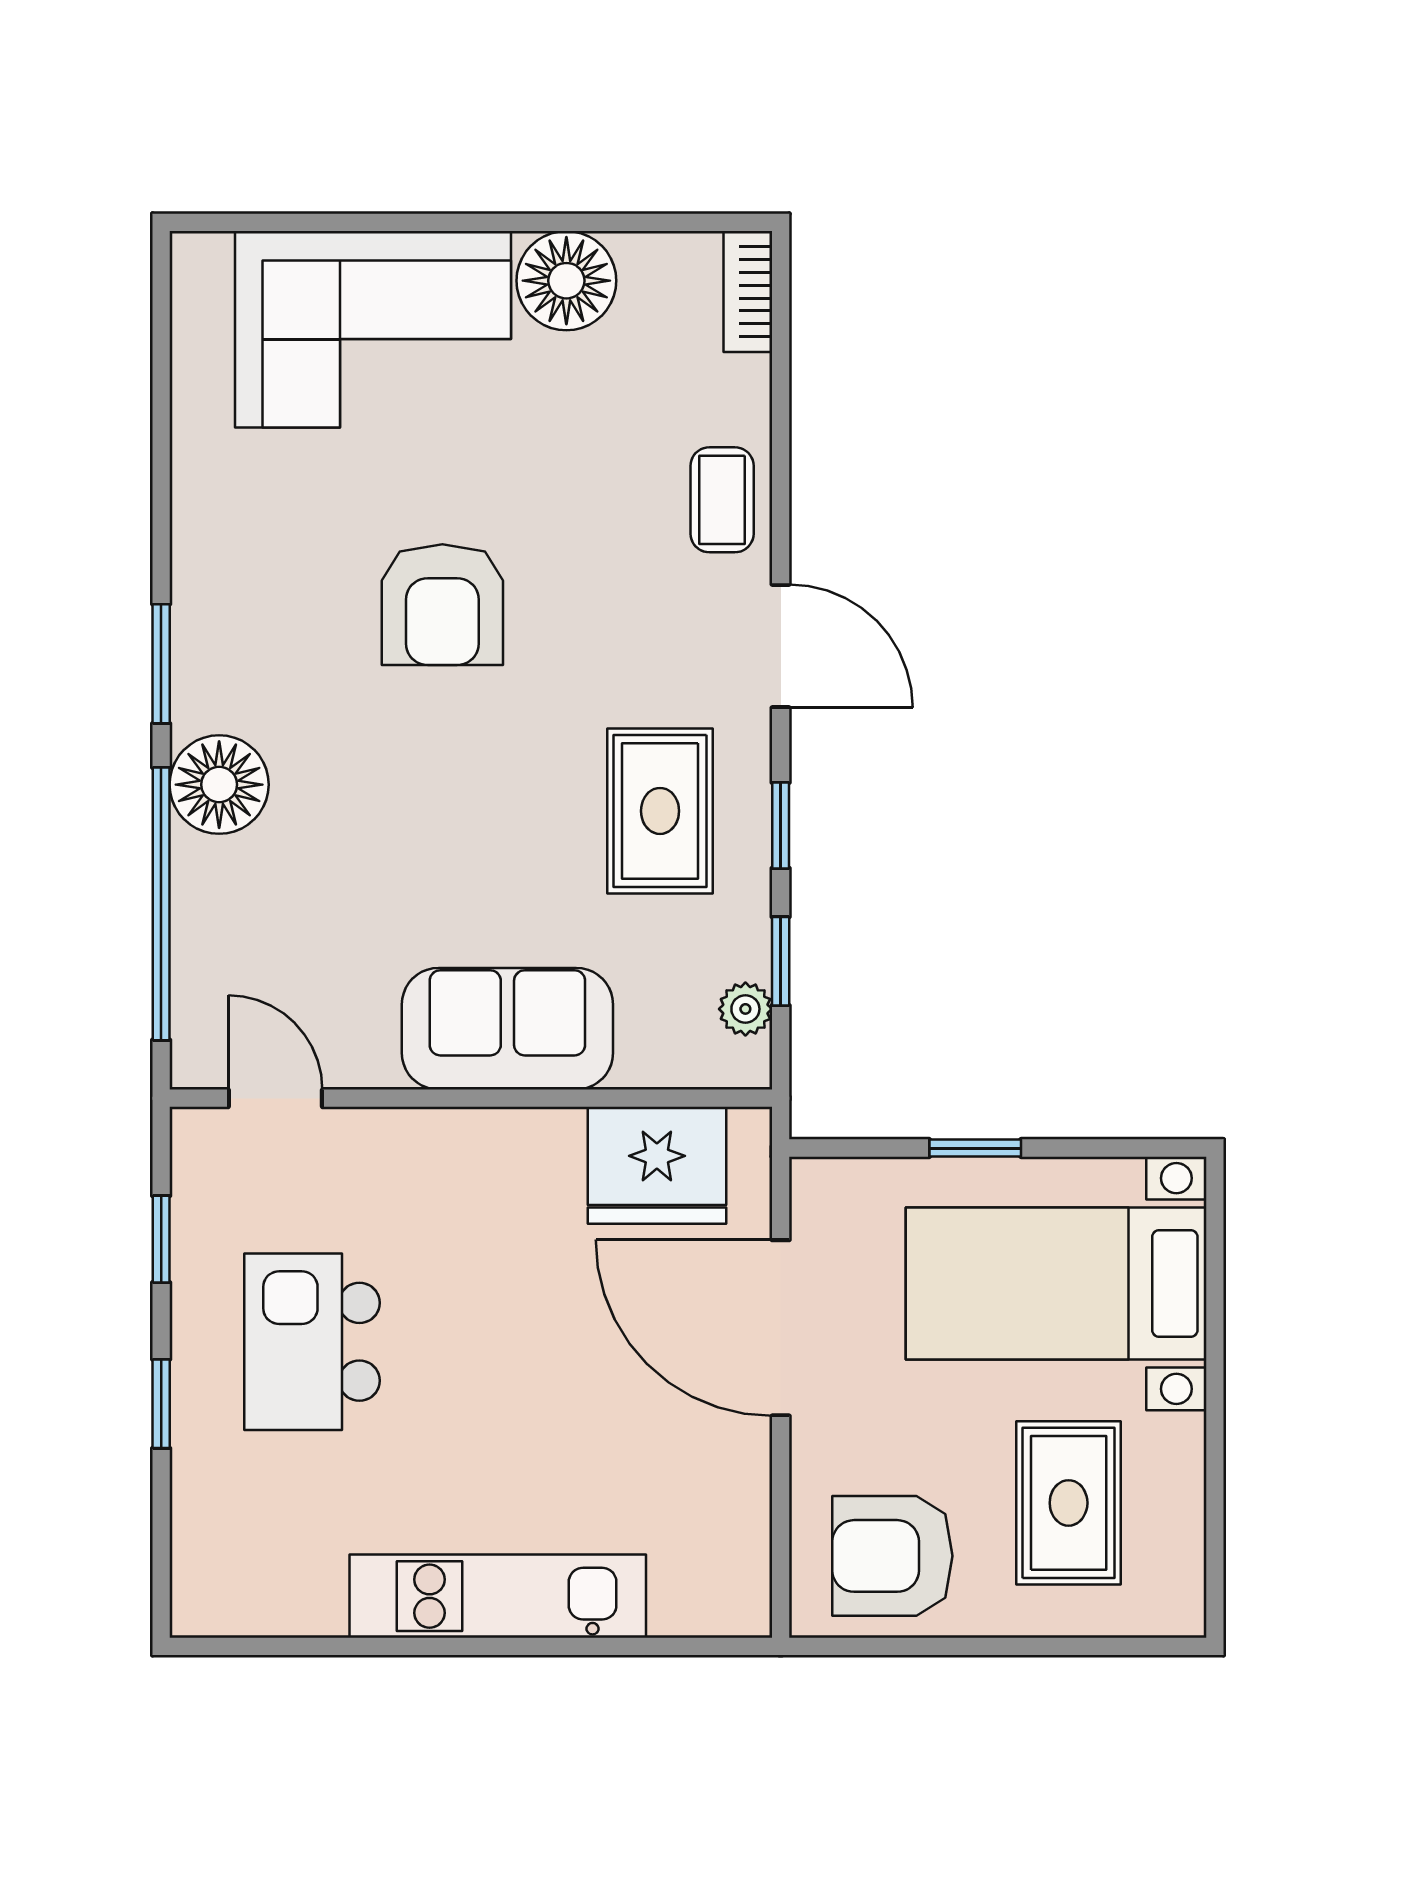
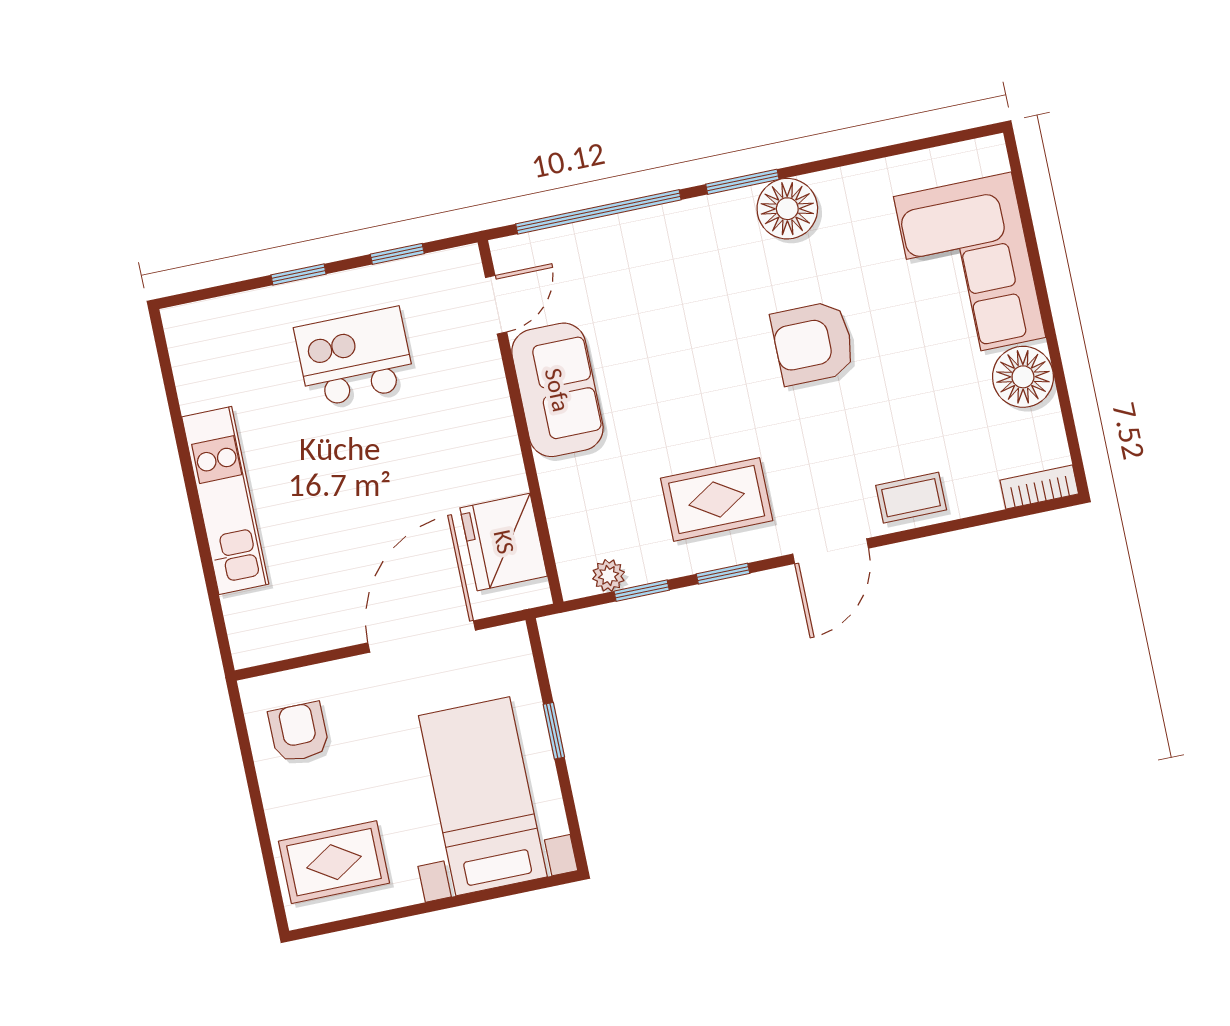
floor lamp: (219, 785) -> (787, 209), moved
sofa: (507, 1029) -> (557, 390), moved
rug: (1069, 1503) -> (334, 862), moved
armchair: (892, 1556) -> (299, 732), width x0.72, depth x0.72

